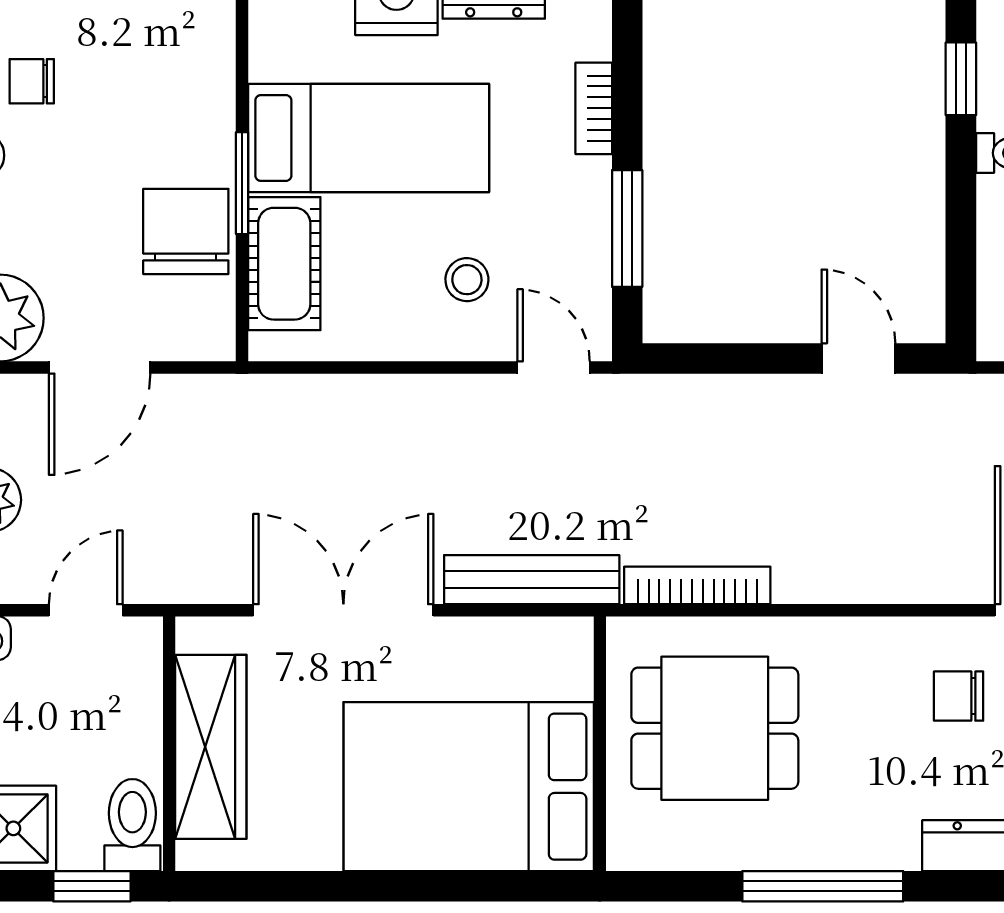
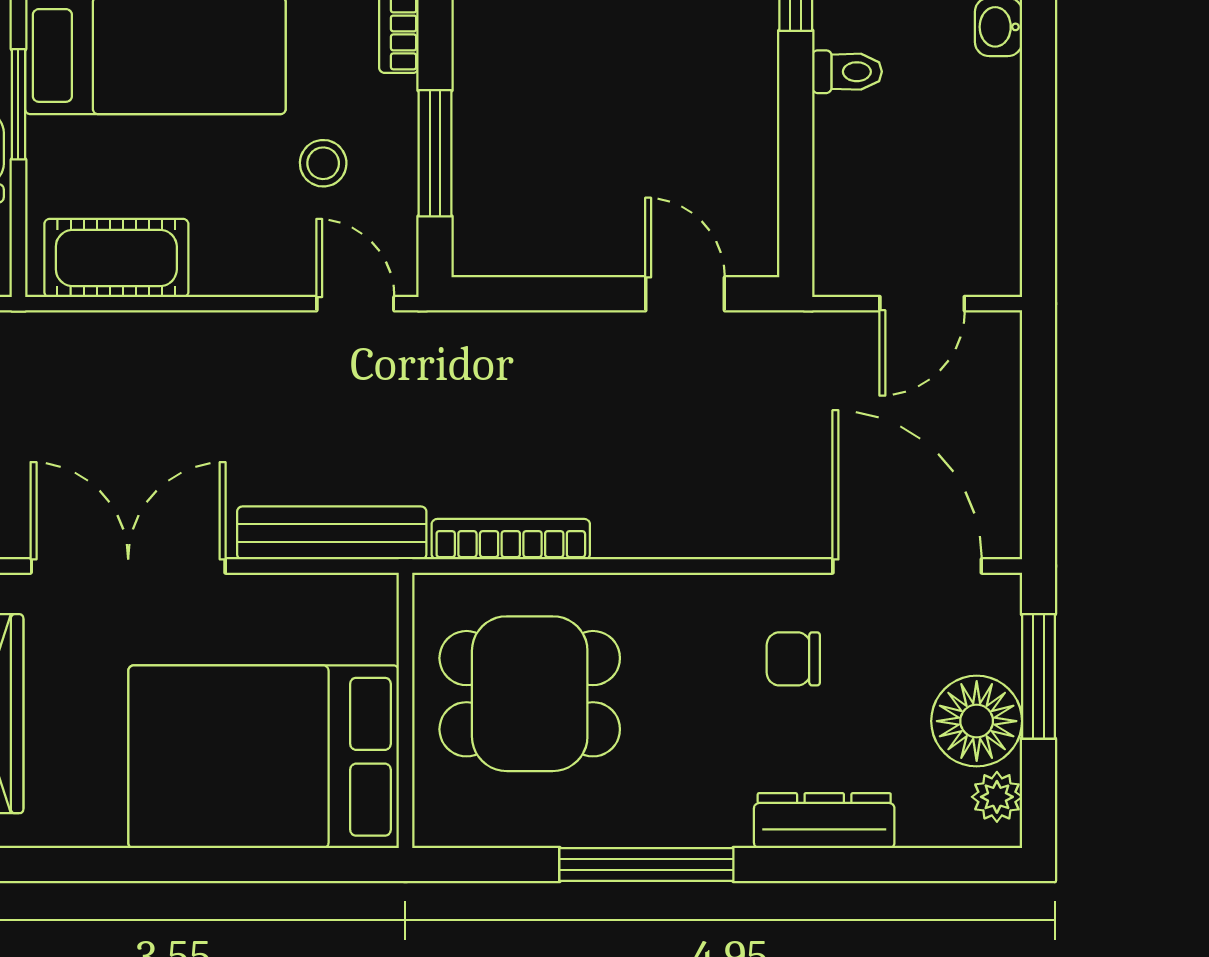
cot: (284, 264) -> (116, 258), moved, turned 90
stool: (467, 280) -> (323, 163), moved

